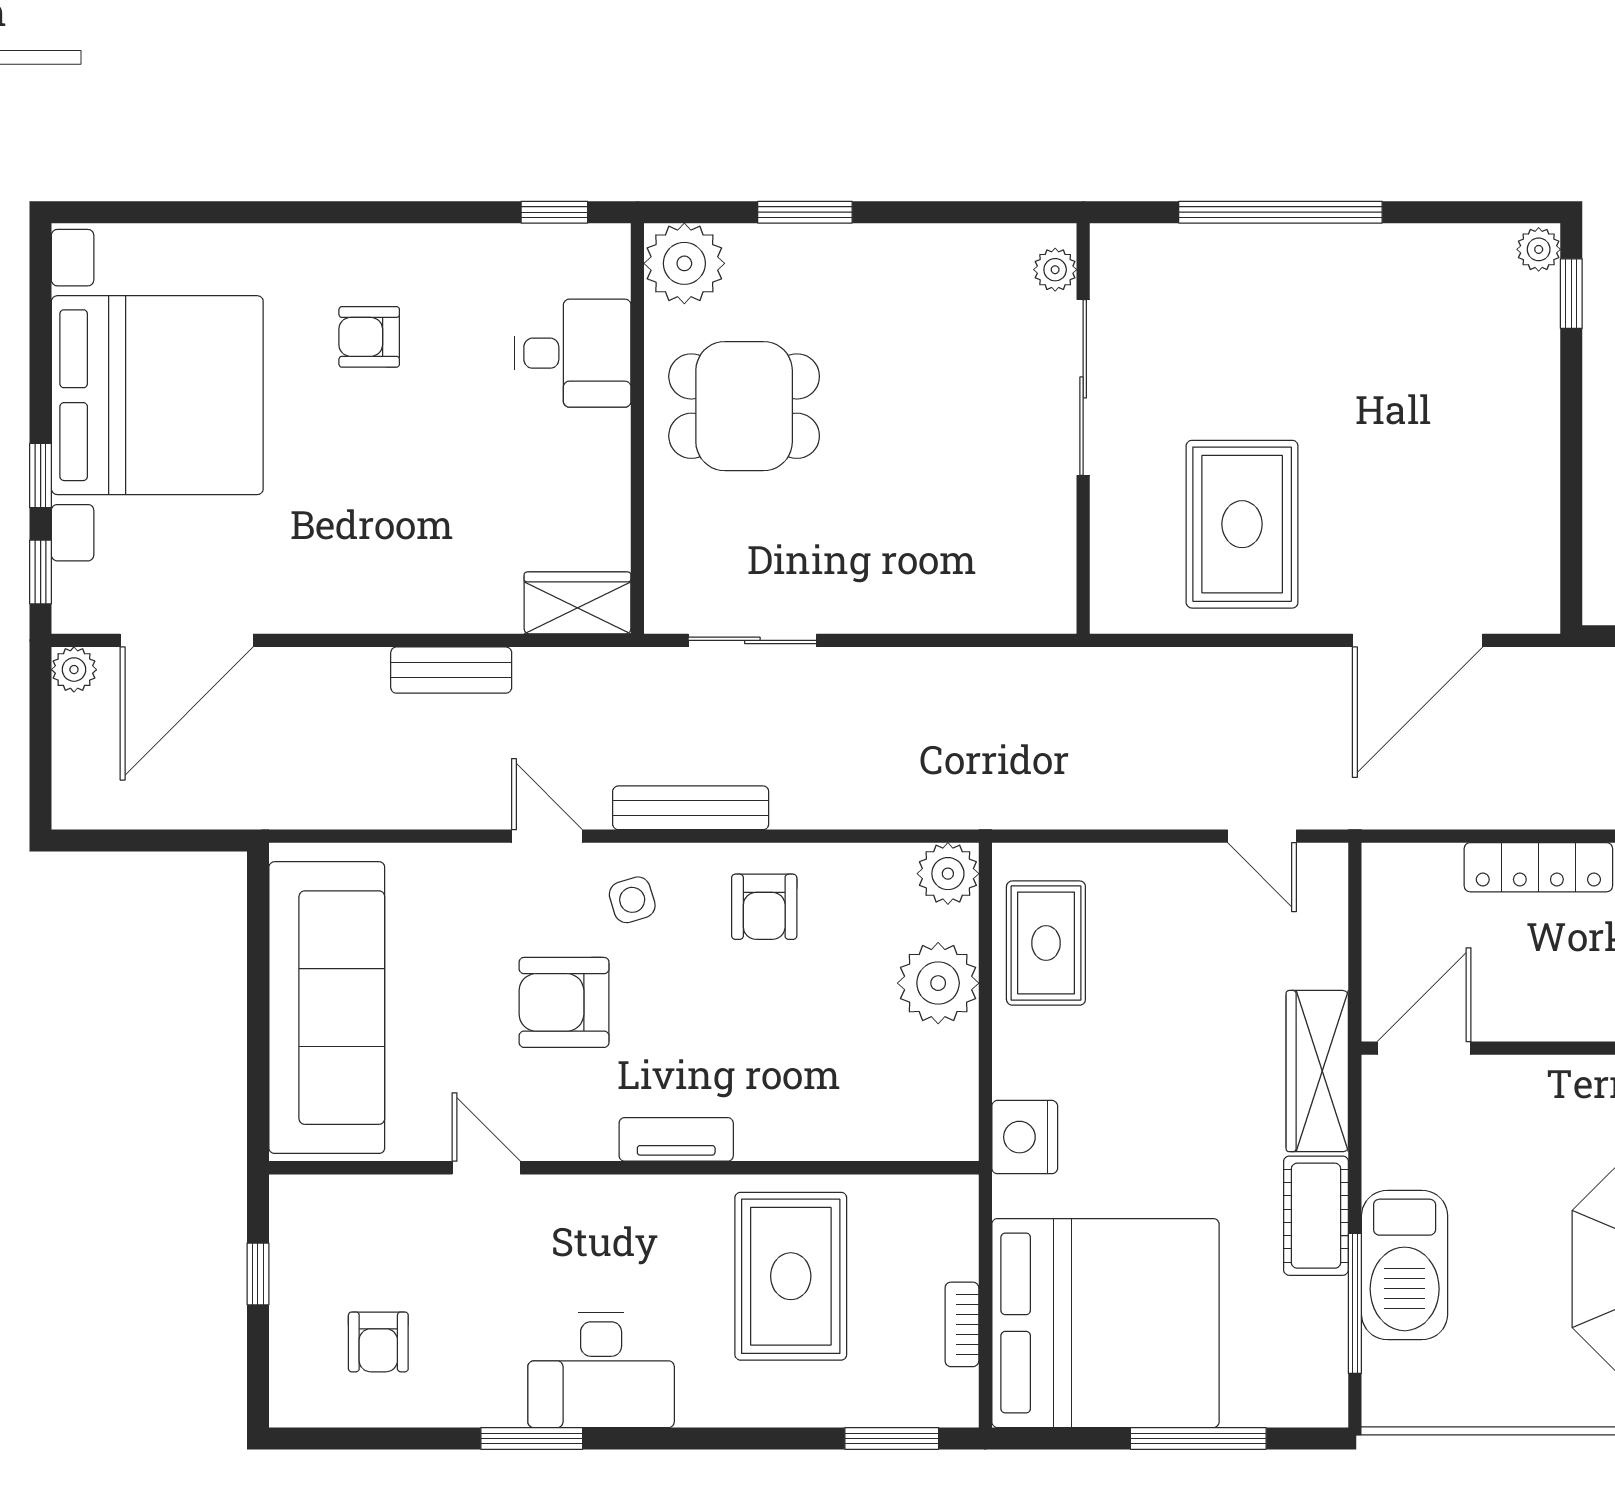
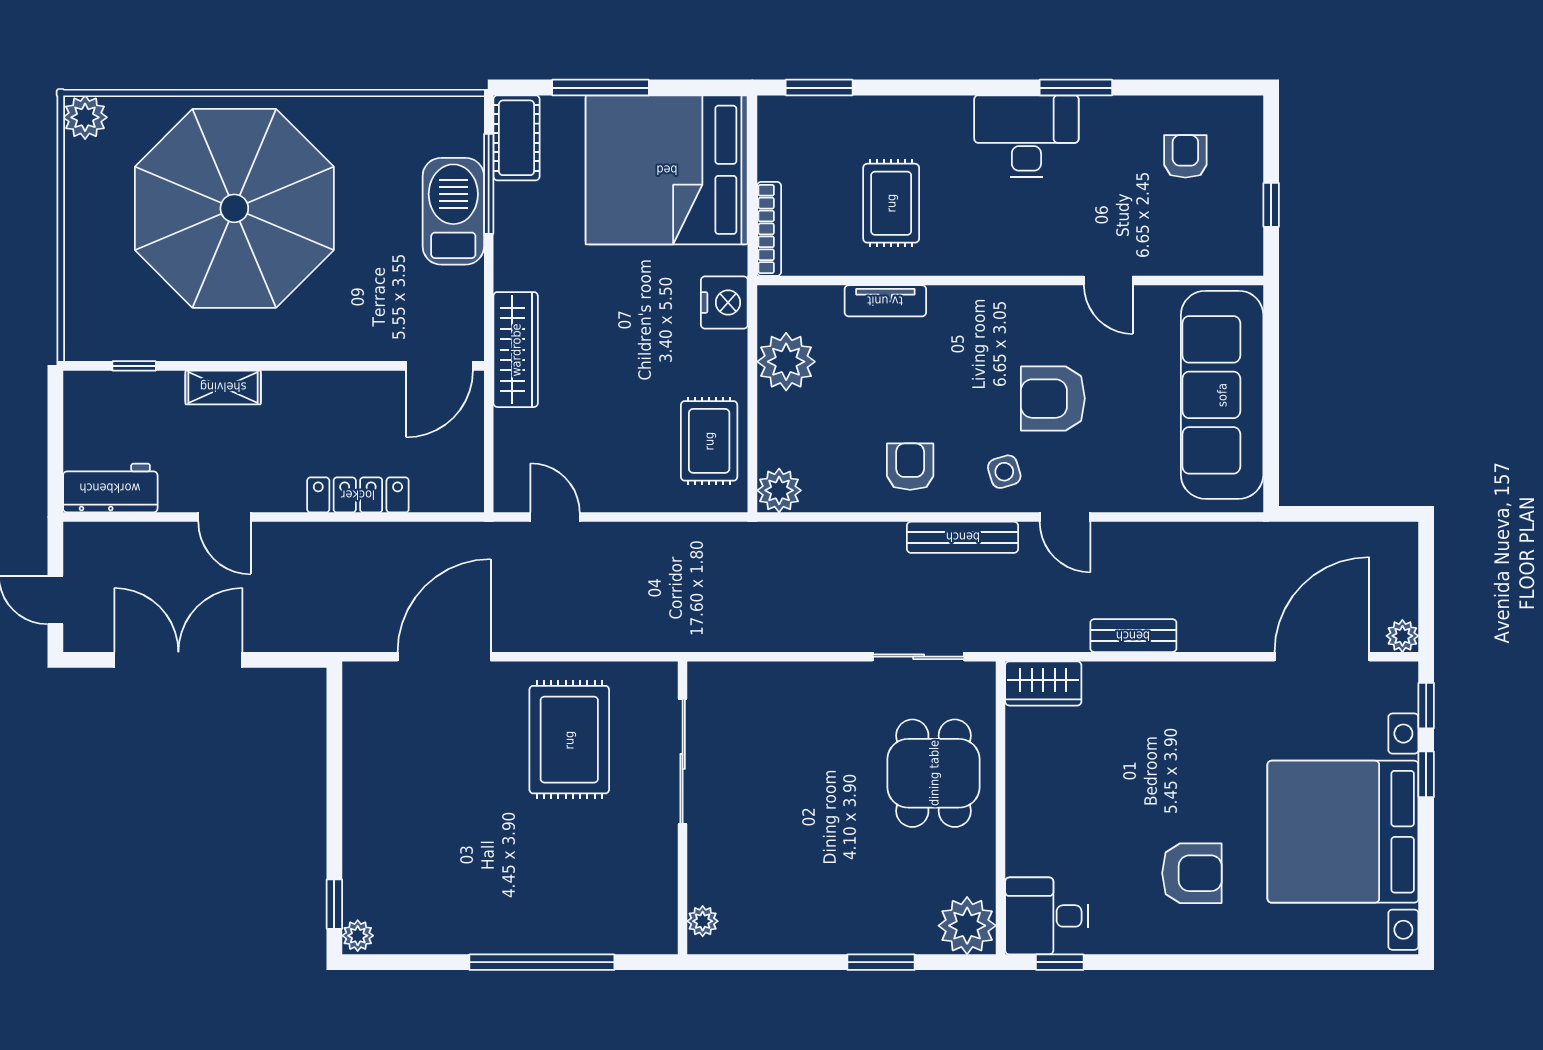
armchair: (369, 337) -> (1192, 873), width x1.38, depth x1.38
desk: (573, 353) -> (1047, 916), moved
sliding door: (1083, 387) -> (683, 761), moved
dining table: (744, 406) -> (934, 773), moved, turned 90
plant: (938, 983) -> (786, 362), moved
armchair: (564, 1002) -> (1053, 399), turned 180
tv unit: (676, 1139) -> (885, 301), moved
cot: (1316, 1216) -> (517, 138), moved
rug: (791, 1276) -> (891, 203), width x0.73, depth x0.70
bookcase: (962, 1324) -> (769, 229), moved, width x1.56

